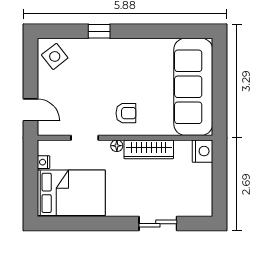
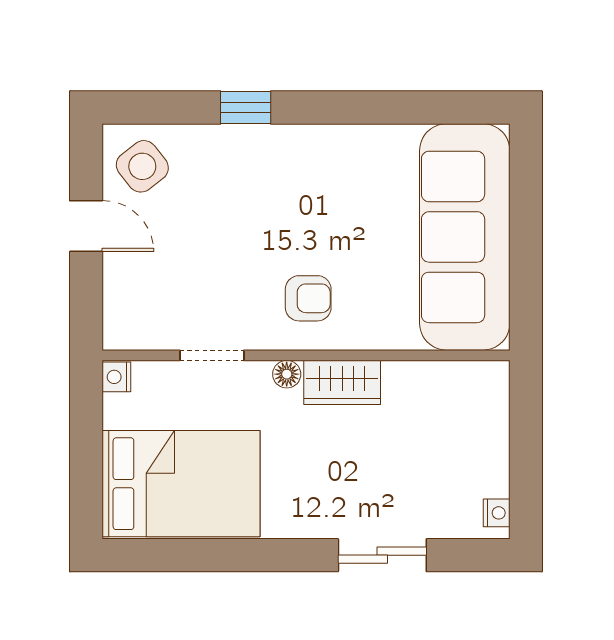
door: (31, 110) -> (86, 226), moved
wardrobe: (149, 149) -> (342, 382), width x0.67
nightstand: (202, 151) -> (497, 513), moved, width x0.53, depth x0.56
nightstand: (44, 162) -> (116, 377), moved

